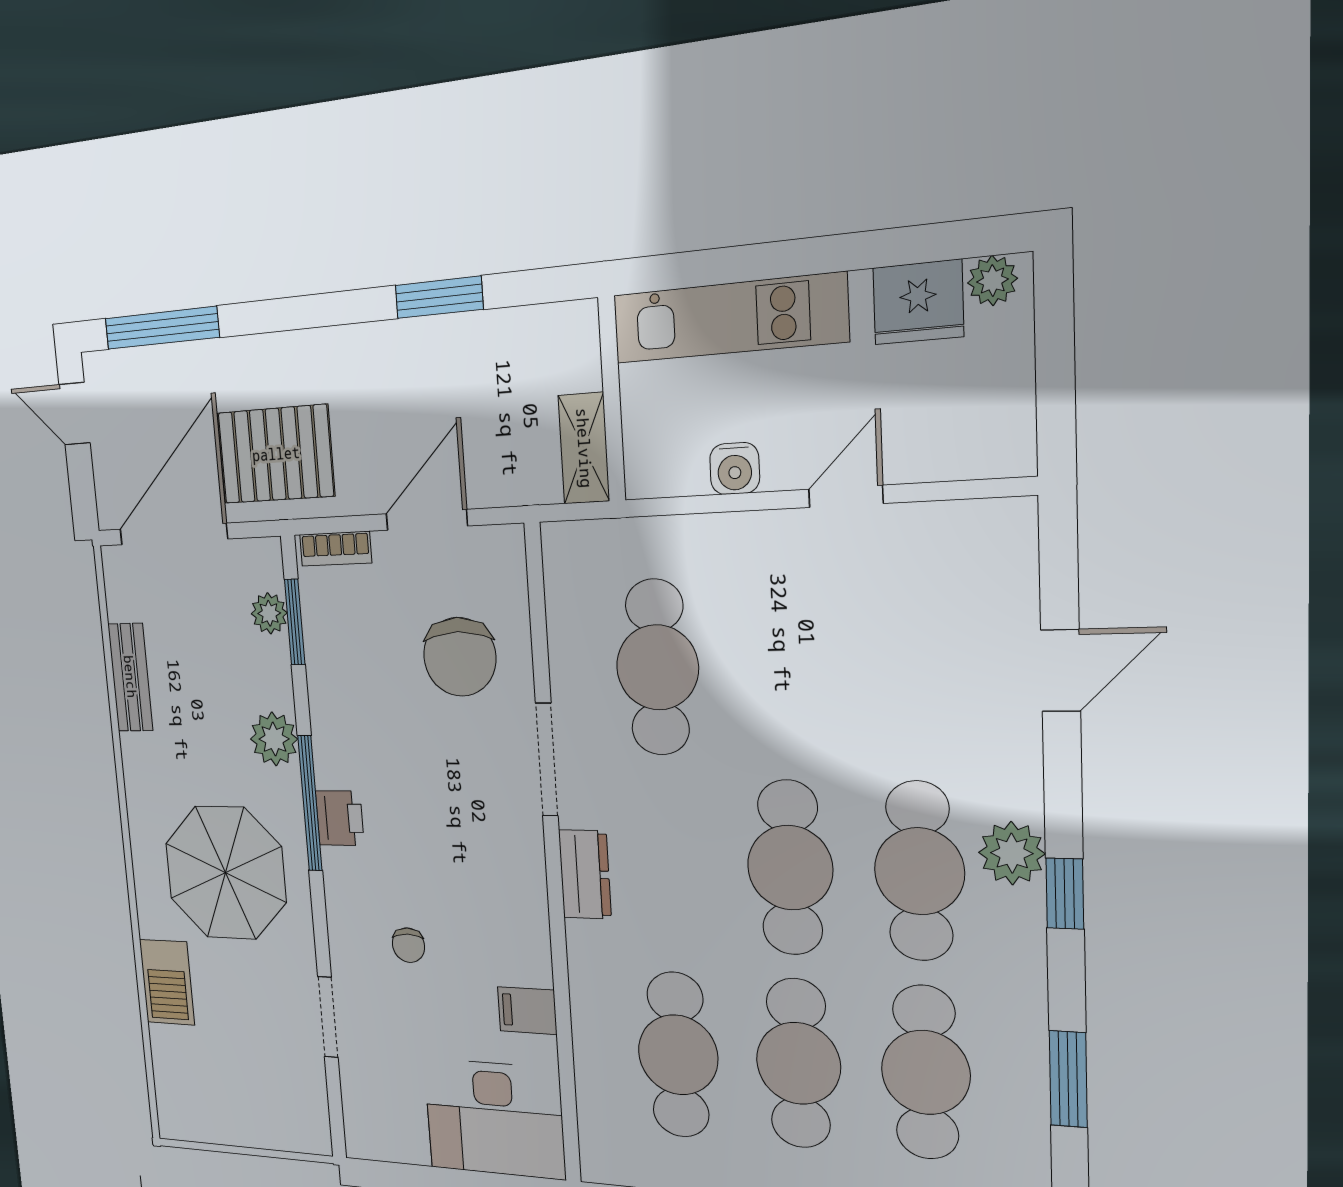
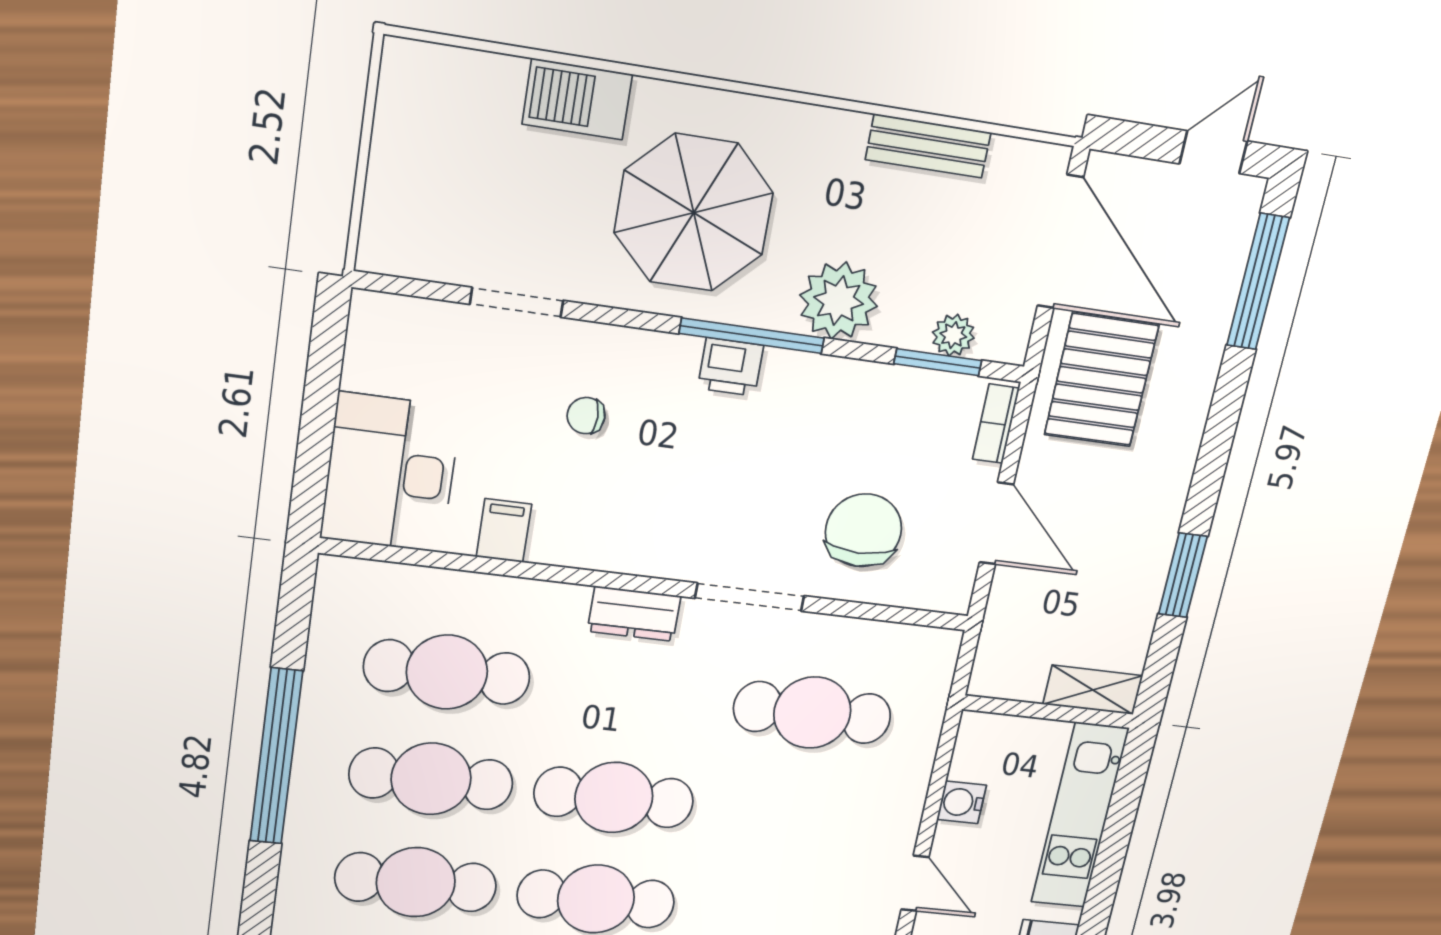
shelving: (584, 448) -> (1093, 690), moved
chair: (460, 657) -> (863, 530), turned 90
plant: (274, 739) -> (839, 301), width x1.36, depth x1.36

